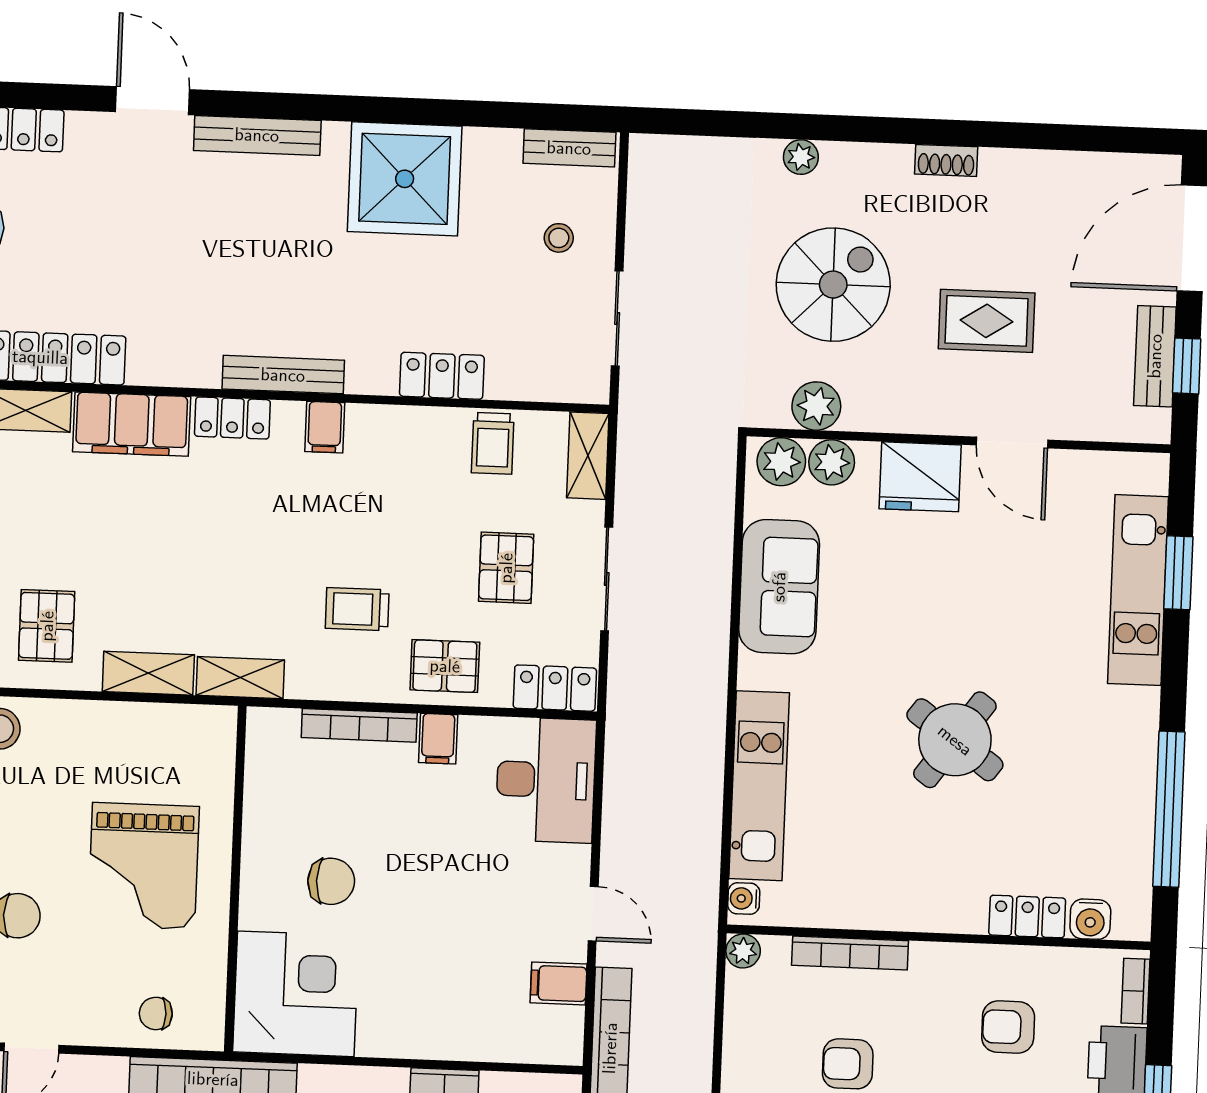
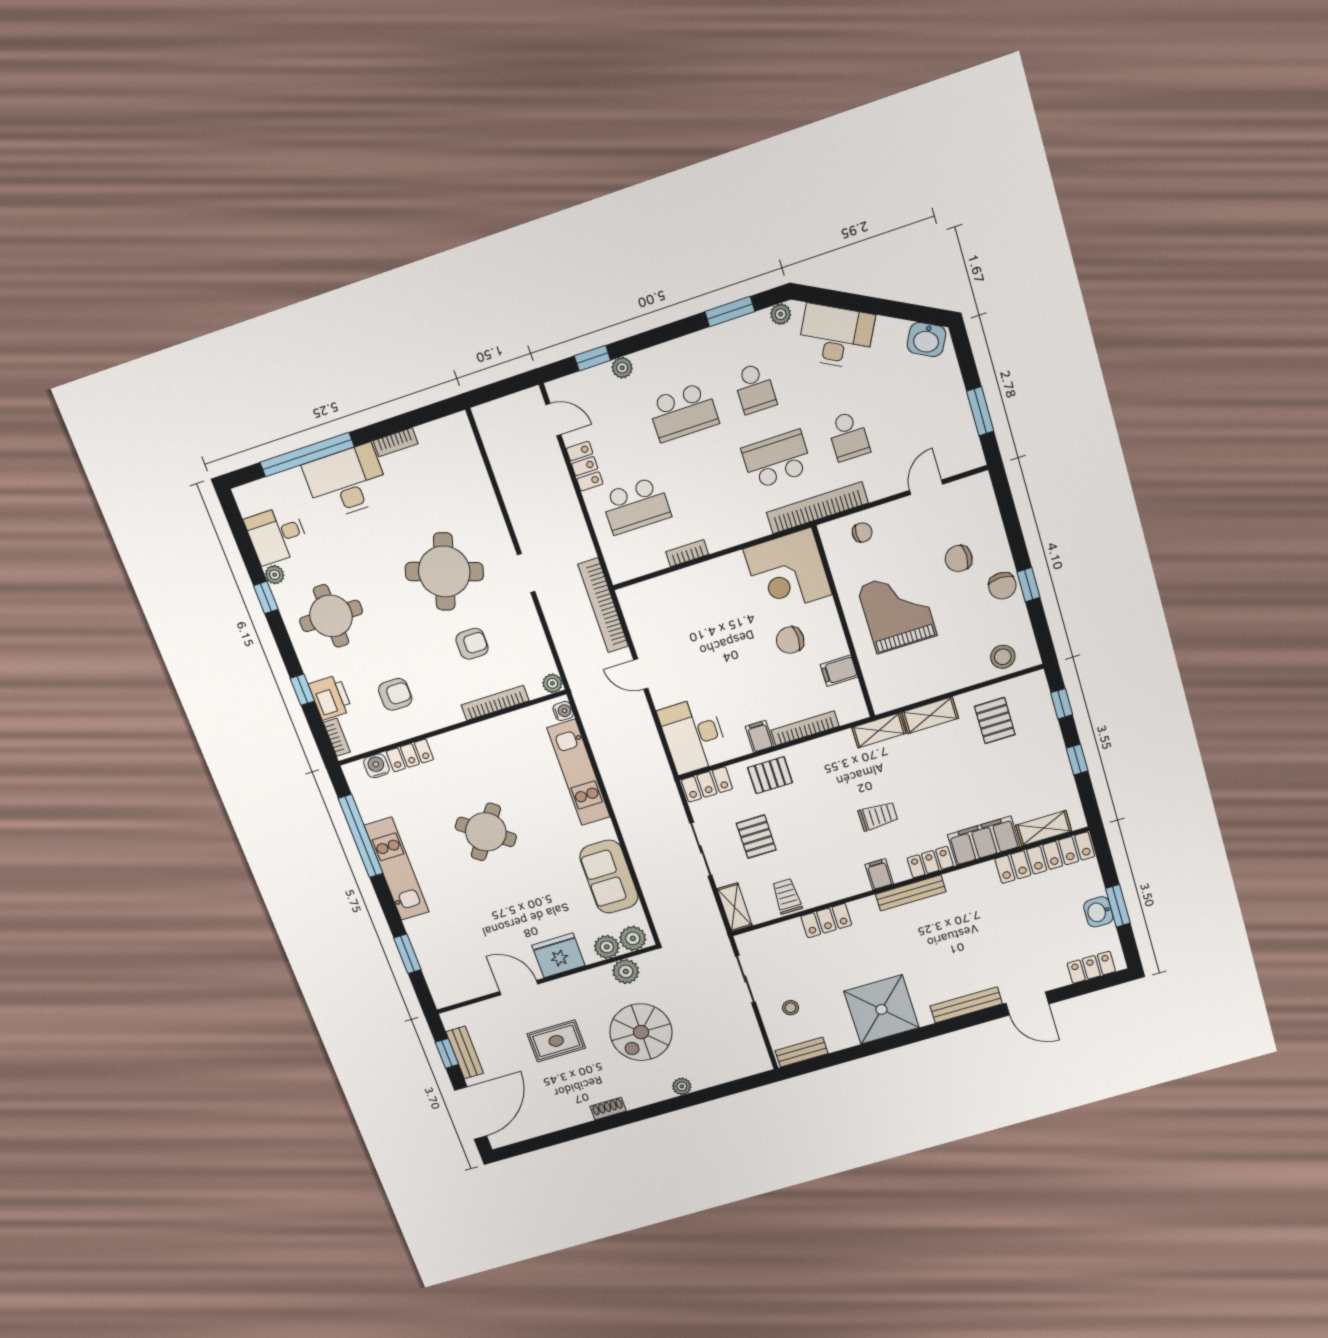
kitchen unit: (1138, 590) -> (397, 869), moved
trolley: (357, 609) -> (878, 816), moved
filing cabinet: (559, 983) -> (839, 671), moved, turned 180

